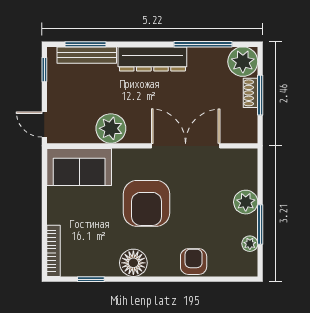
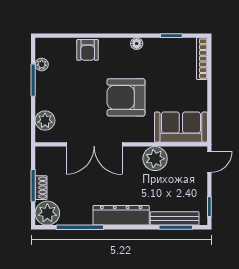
door: (44, 124) -> (209, 162), hinge flipped
plant: (246, 202) -> (45, 121), moved
armchair: (146, 203) -> (126, 97), turned -90
floor lamp: (133, 263) -> (137, 44), width x0.53, depth x0.53

